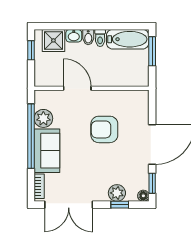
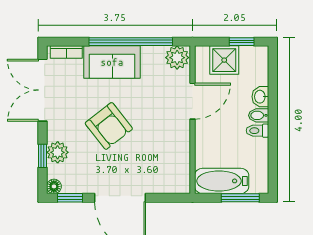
bathtub: (128, 39) -> (222, 181), moved, turned 90
shower: (53, 40) -> (224, 60), moved
plant: (43, 118) -> (177, 58), moved
armchair: (104, 129) -> (109, 126), moved, turned 142

